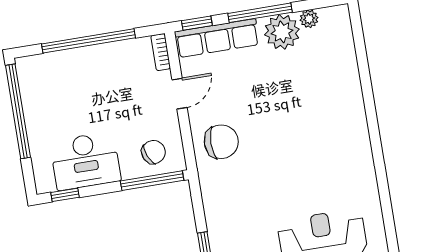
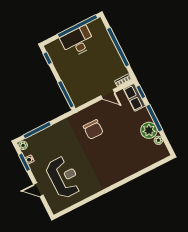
row of seats: (217, 38) -> (134, 97), width x0.68
chair: (221, 142) -> (93, 130), moved
chair: (153, 152) -> (79, 91), removed
desk: (85, 161) -> (78, 42), moved, turned 90

